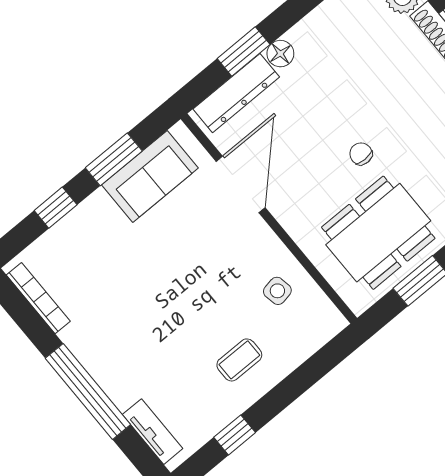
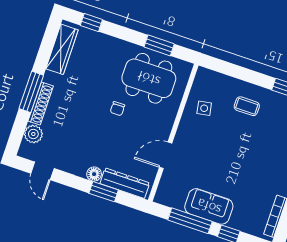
window: (114, 159) -> (190, 221), width x1.44
sofa: (150, 176) -> (209, 206), moved
door: (241, 184) -> (166, 155), width x0.73

